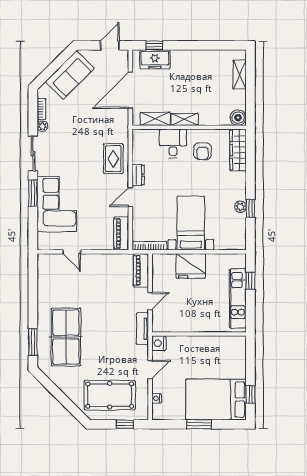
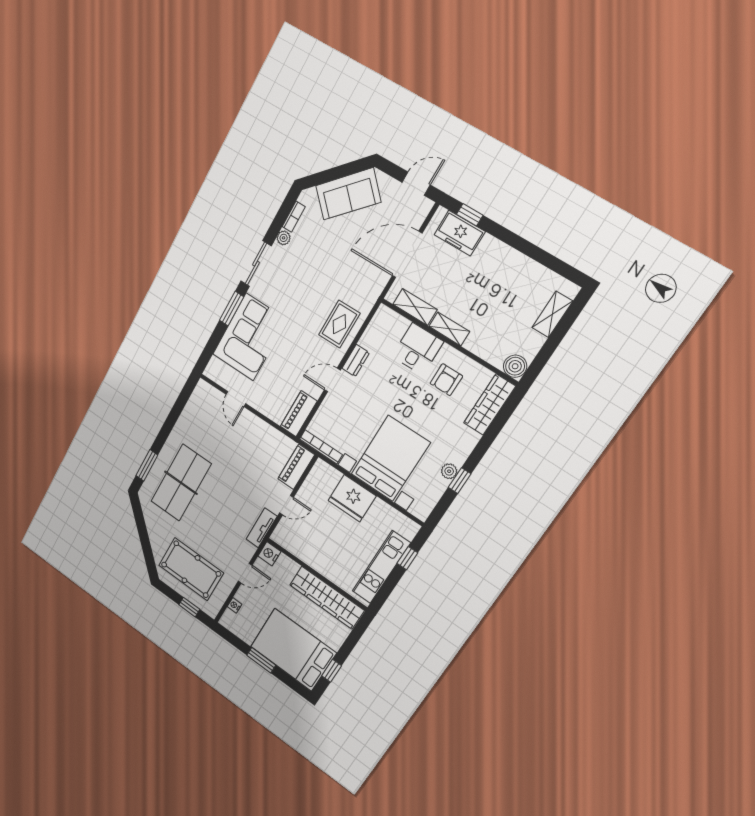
bed with nightstands: (191, 223) -> (390, 458), width x1.36
wardrobe: (216, 345) -> (327, 598), added

